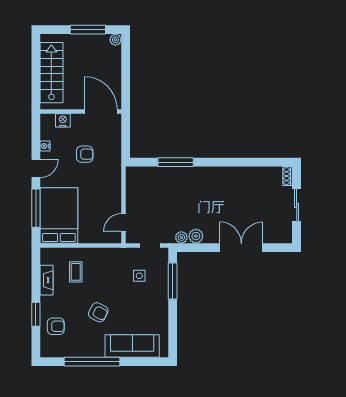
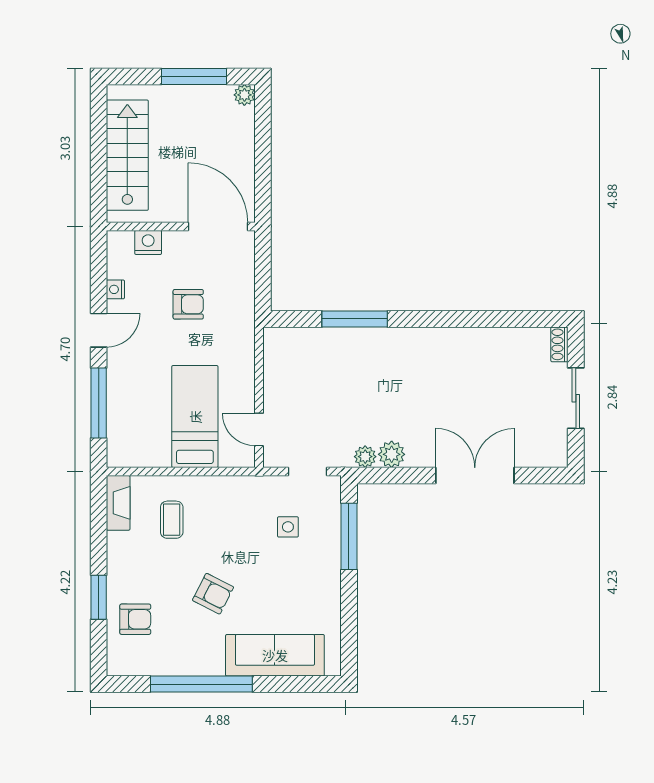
bed: (59, 215) -> (195, 417), moved, width x0.67
door: (123, 223) -> (259, 430), hinge flipped
fireplace: (46, 280) -> (118, 503), moved

